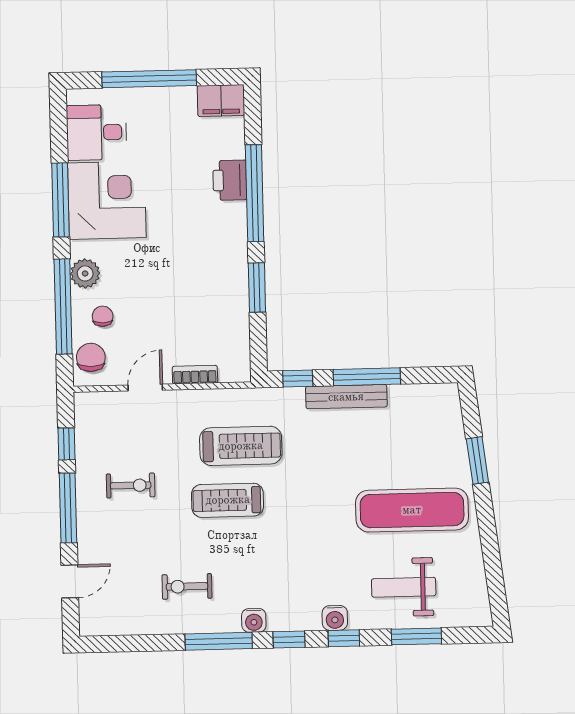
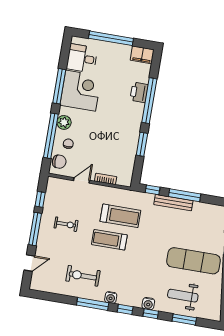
chair: (91, 357) -> (59, 162), turned 90
exercise bike: (187, 586) -> (83, 276), width x1.38, depth x1.39

